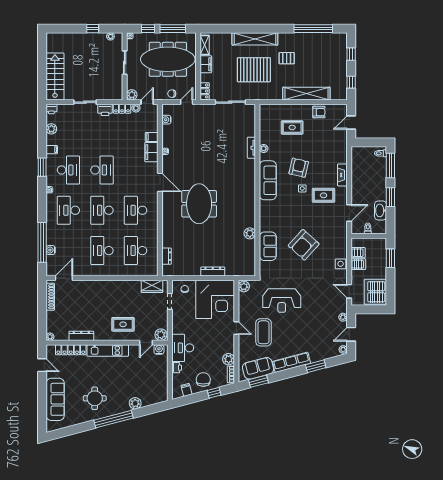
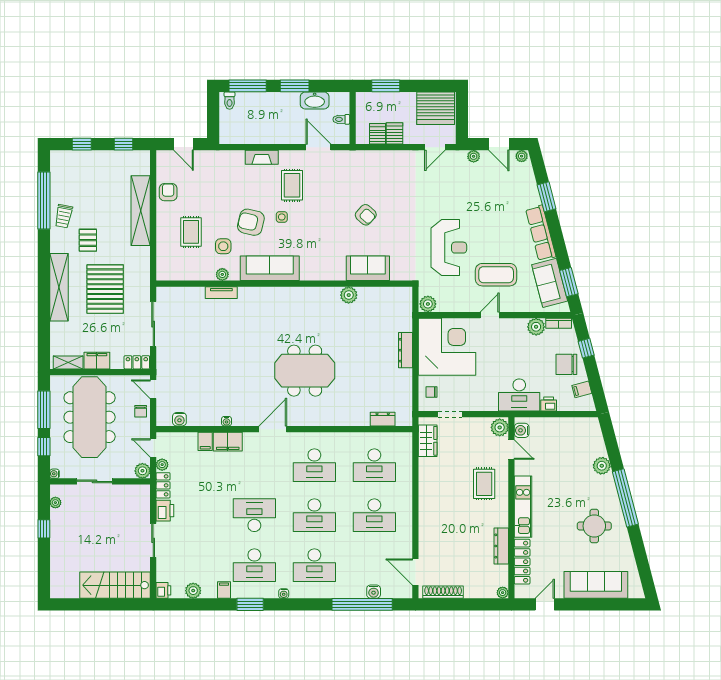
trolley: (303, 42) -> (64, 216), added
desk: (68, 170) -> (254, 565), turned 180
armchair: (304, 245) -> (366, 215), width x0.53, depth x0.53
side table: (341, 264) -> (223, 246), moved

